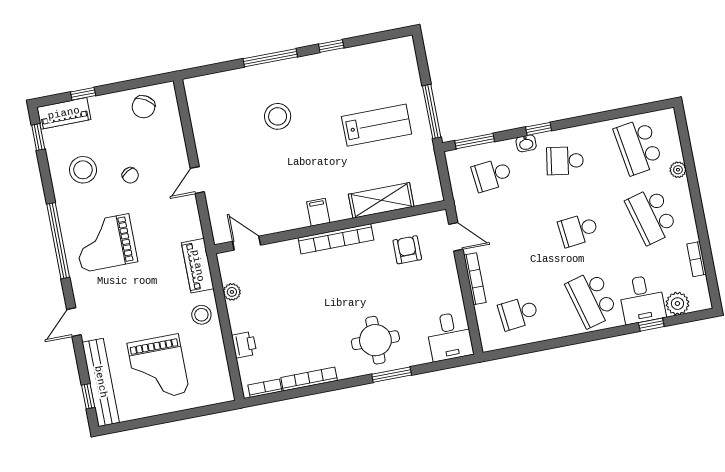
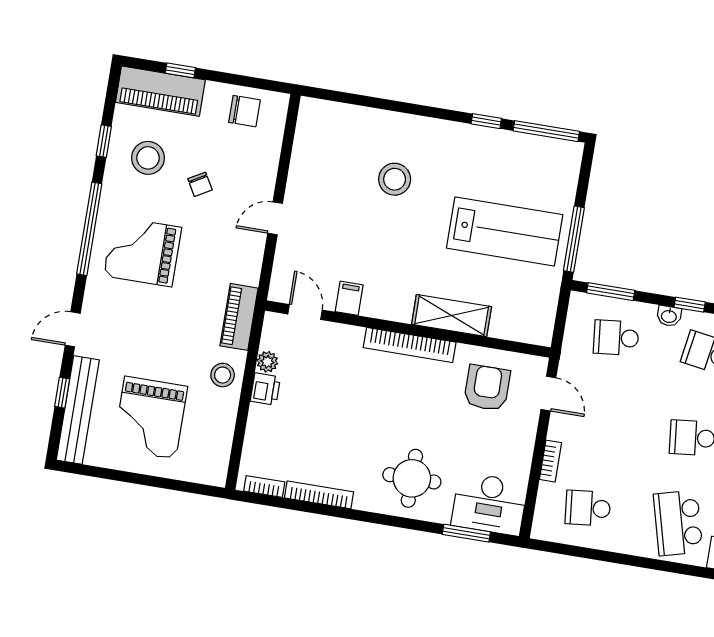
window: (270, 58) -> (546, 131), moved
chair: (144, 107) -> (244, 111), turned -122
piano: (64, 113) -> (160, 91), width x1.37, depth x1.33
lab bench: (377, 125) -> (505, 231), width x1.36, depth x1.39
window: (38, 137) -> (104, 141), moved
shelving: (381, 200) -> (452, 316), moved
filing cabinet: (318, 212) -> (349, 298), moved
armchair: (407, 250) -> (487, 388), width x1.38, depth x1.38
bookcase: (475, 279) -> (551, 461), width x0.64
desk: (450, 336) -> (489, 504), width x1.37
printer: (244, 345) -> (265, 389), moved
window: (392, 375) -> (466, 533), moved
window: (88, 396) -> (62, 393), moved

